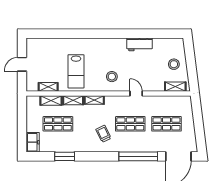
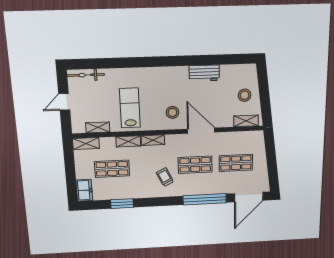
bicycle: (41, 43) -> (86, 75), added
lab bench: (76, 71) -> (130, 108), turned 180
door: (136, 93) -> (201, 131), width x1.88
shelving: (51, 100) -> (86, 144), moved

